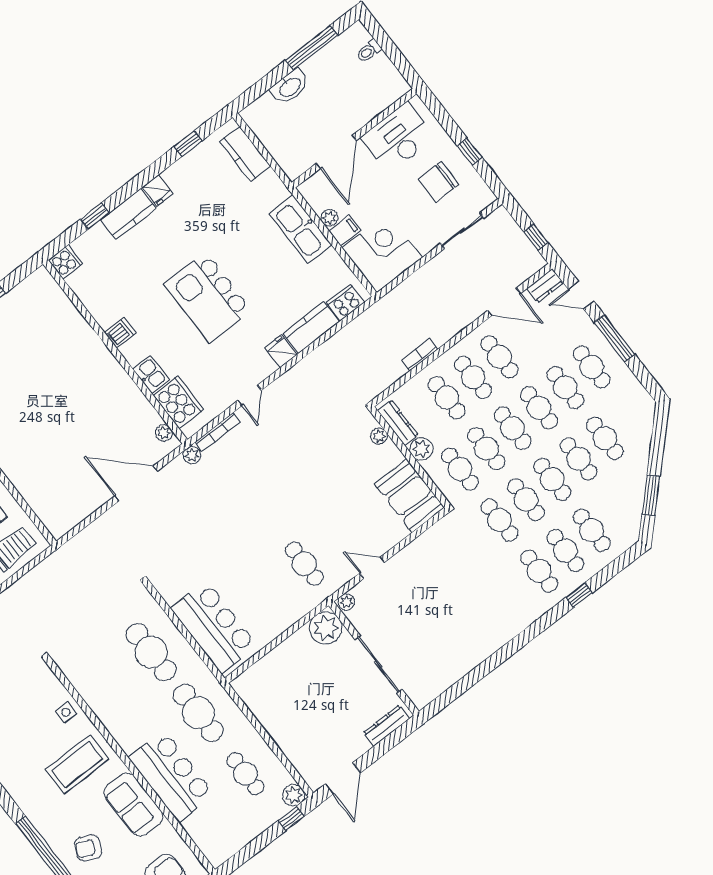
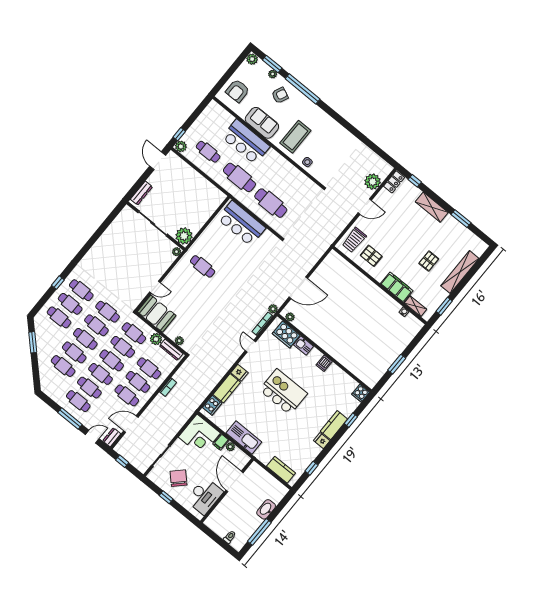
chair: (439, 182) -> (179, 478), turned -45
door: (372, 568) -> (155, 287), moved

